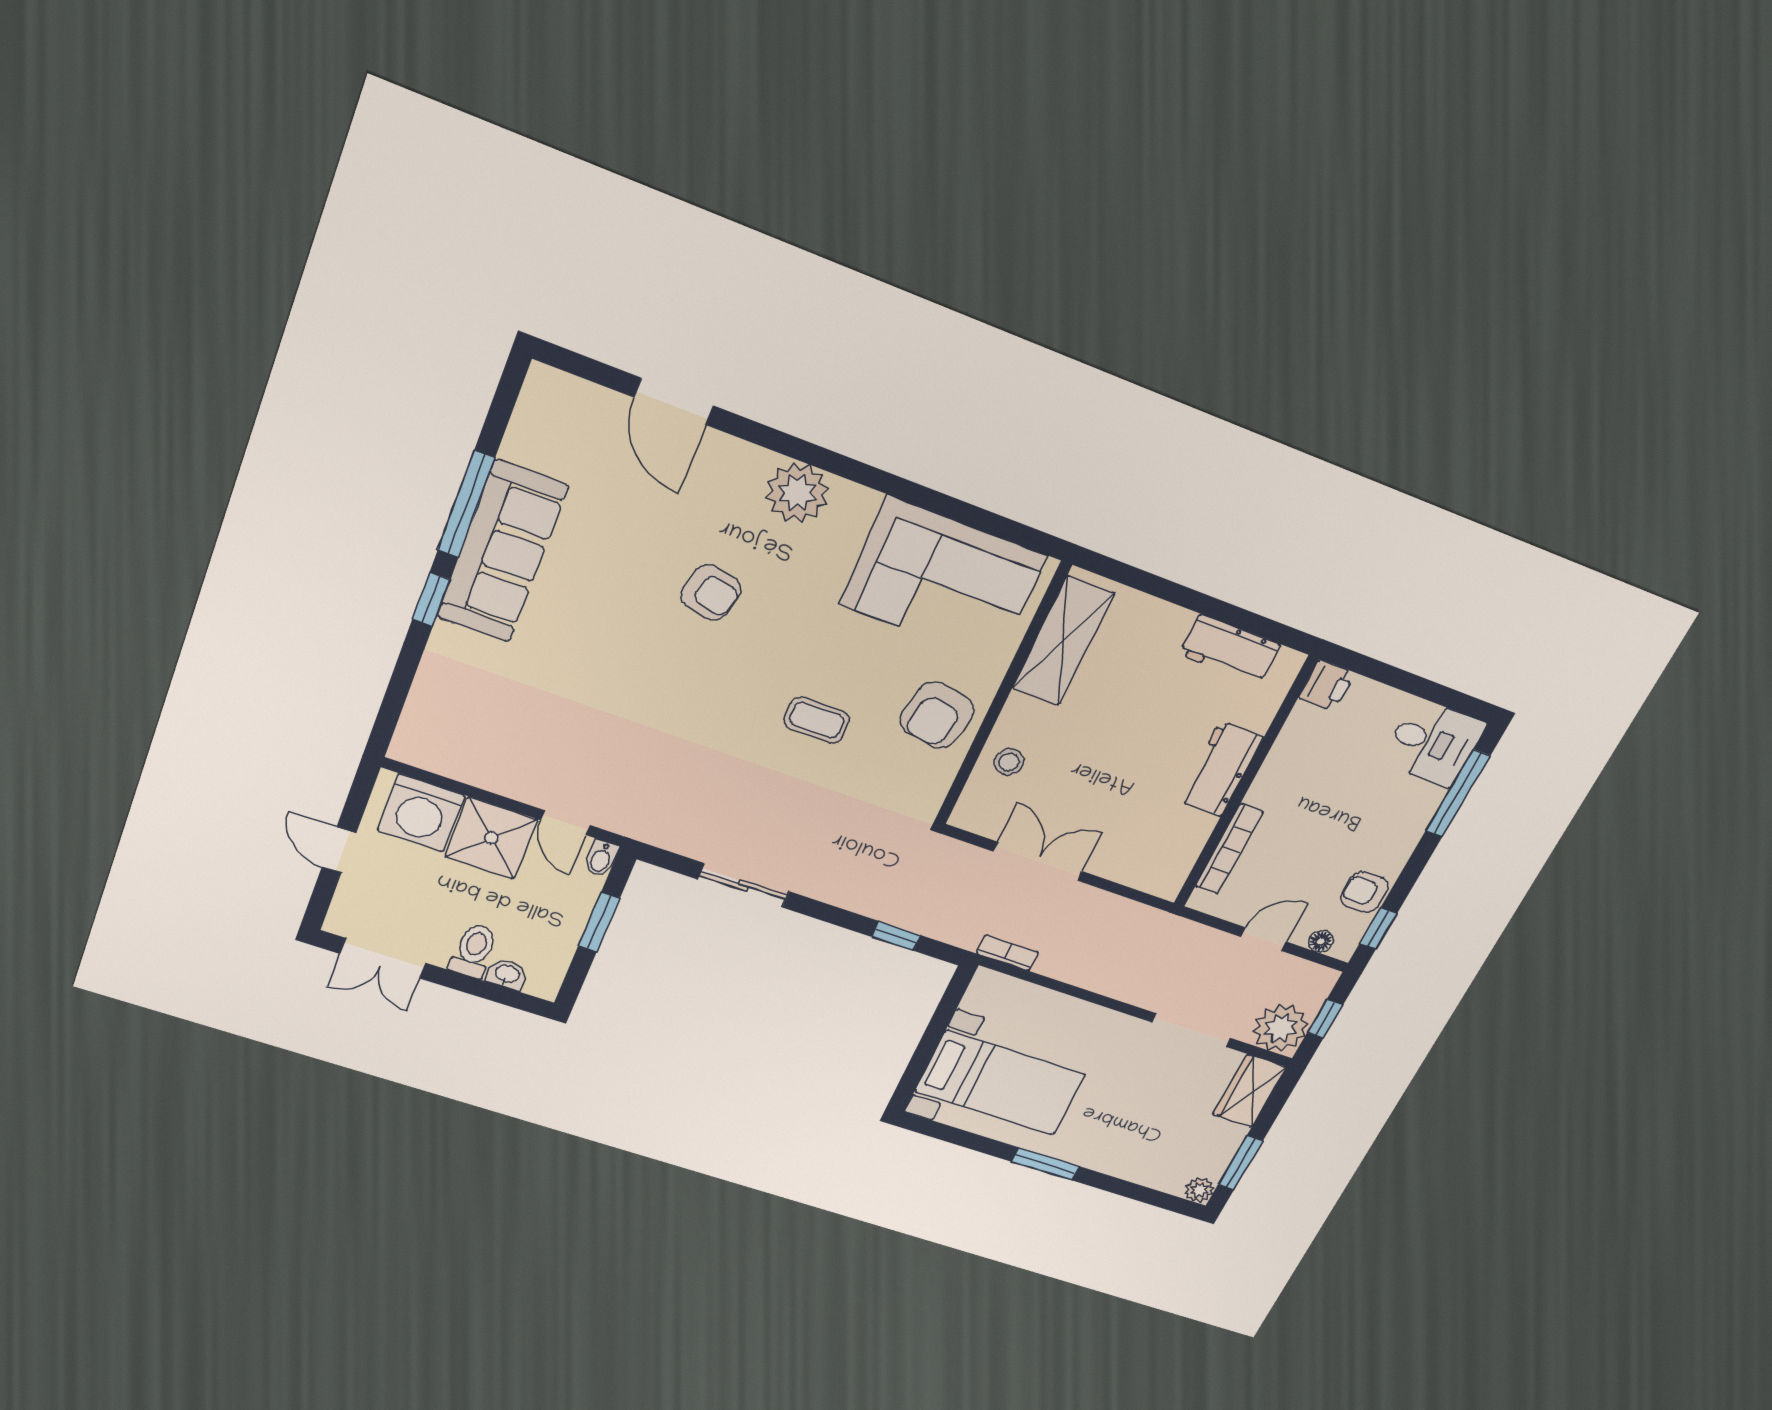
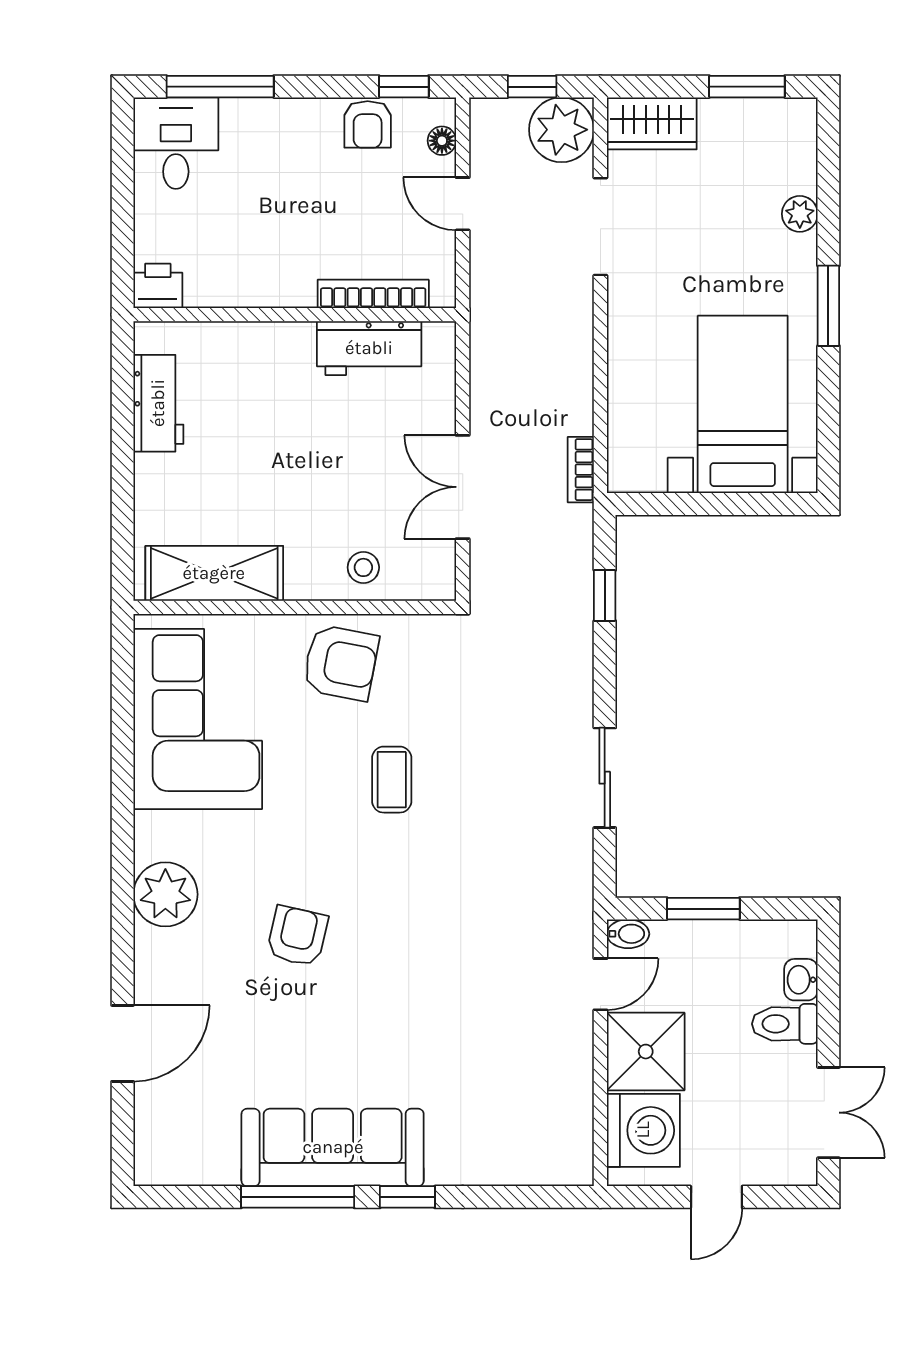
workbench: (1220, 769) -> (369, 348), moved
plant: (1199, 1190) -> (800, 214), moved

